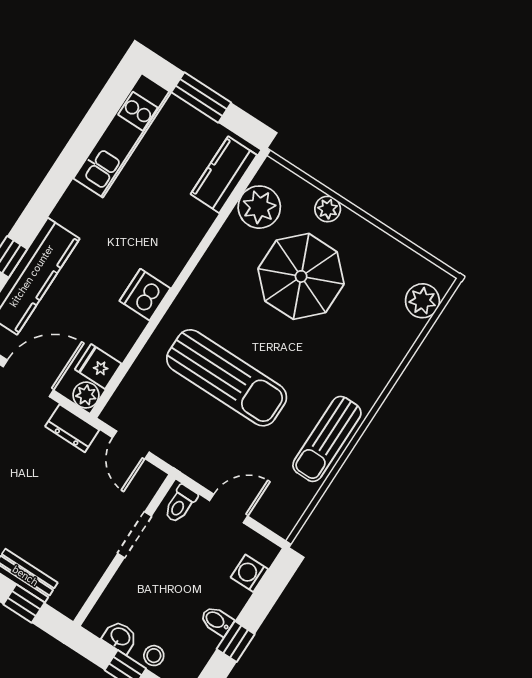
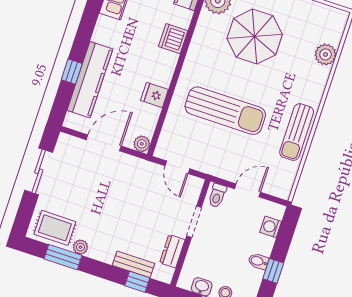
dishwasher: (145, 295) -> (173, 39), moved
plant: (422, 301) -> (326, 54), moved
fridge: (98, 367) -> (154, 95), moved
dresser: (72, 428) -> (172, 251), moved, turned 90

